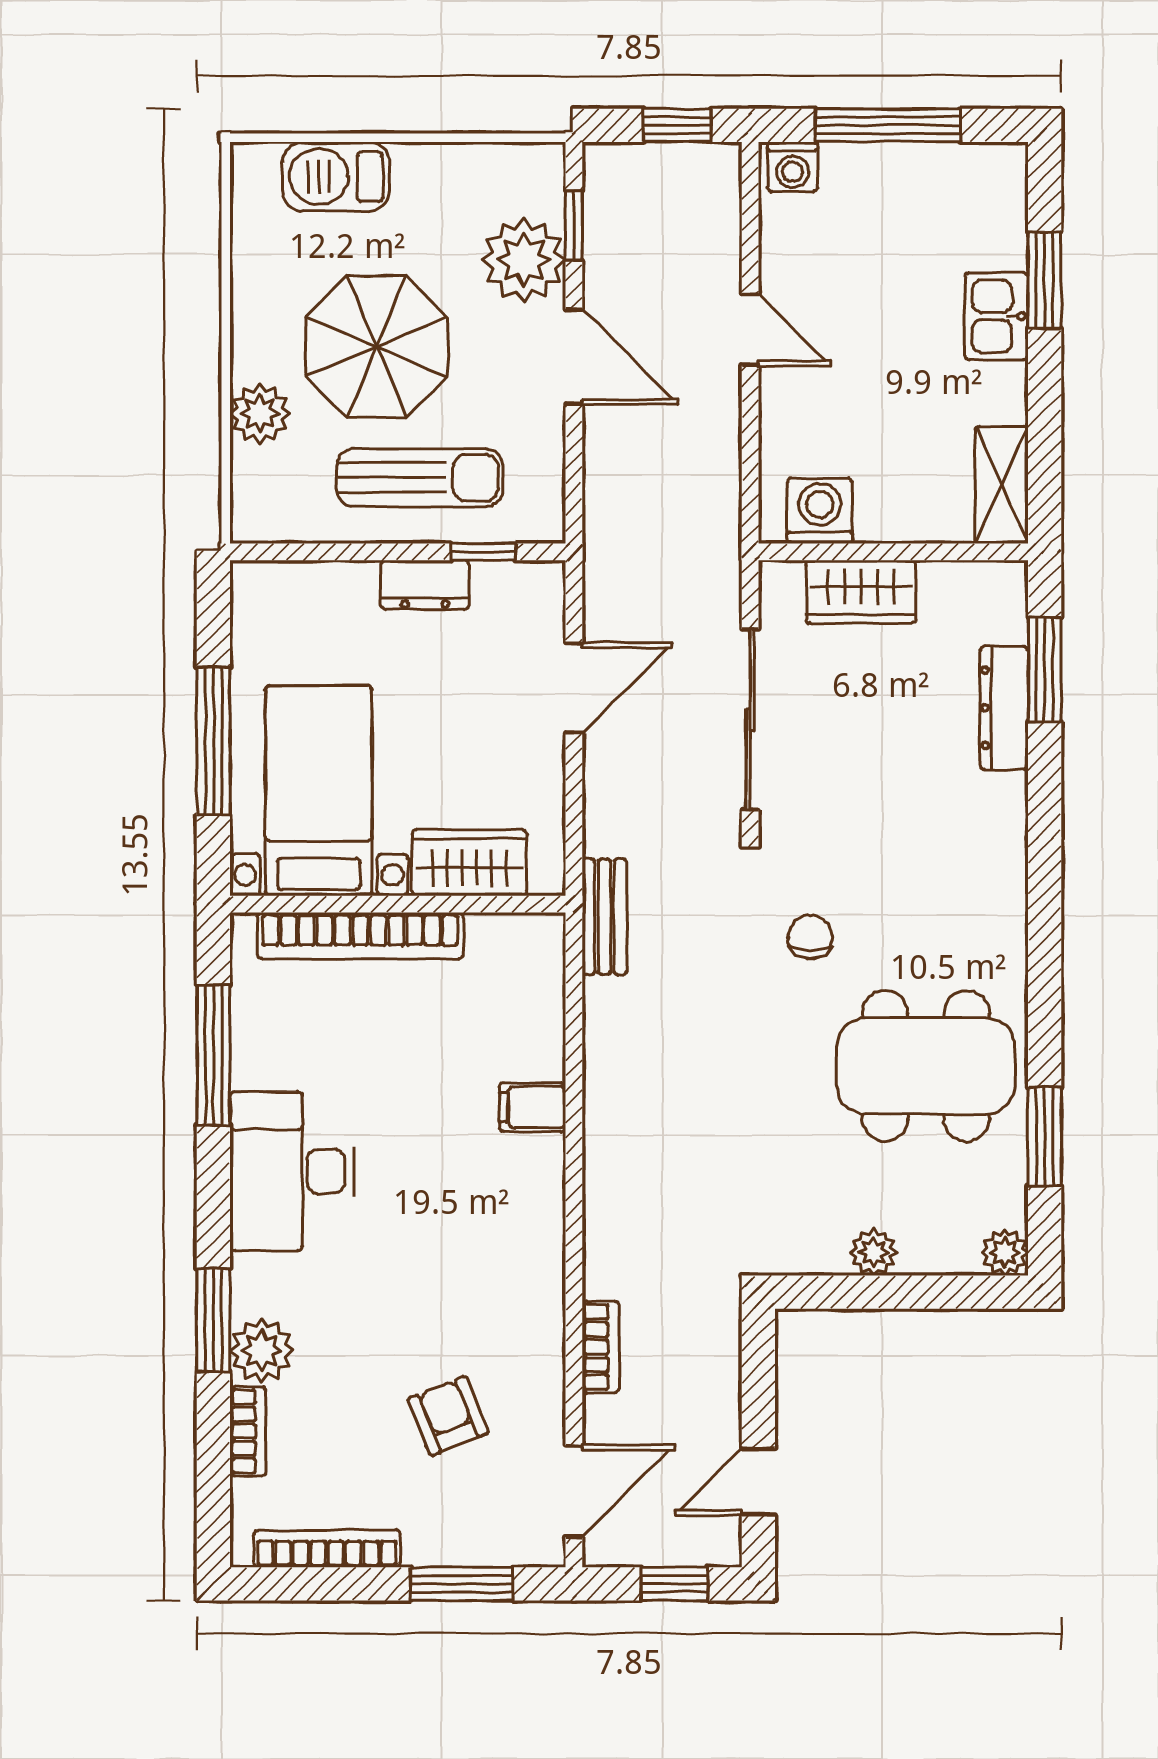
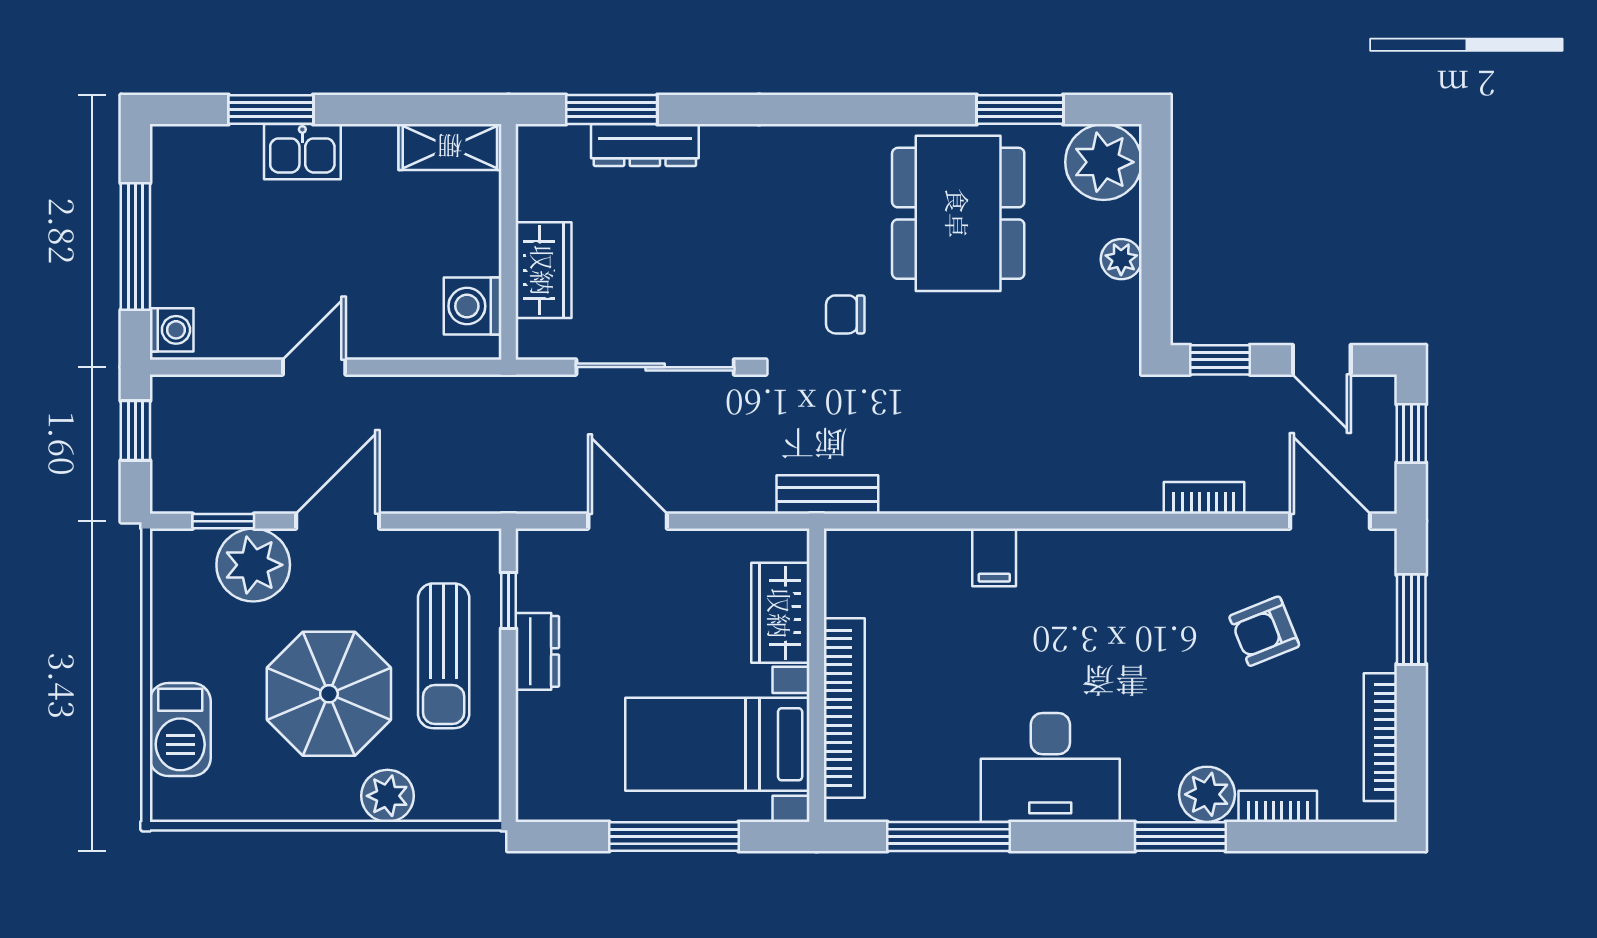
sun lounger: (420, 478) -> (444, 656), turned 180
plant: (1005, 1252) -> (1103, 162), width x1.88, depth x1.88
window: (758, 1365) -> (1220, 360), added

